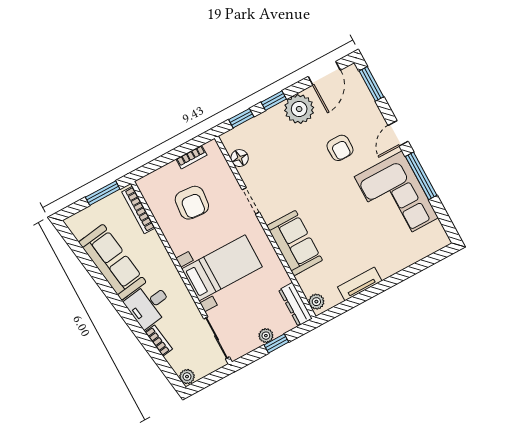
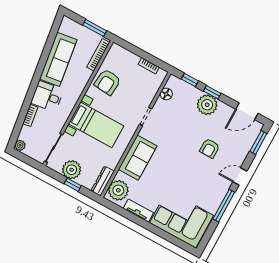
plant: (299, 109) -> (207, 105), moved
corner sofa: (396, 197) -> (181, 219), moved, turned 90
armchair: (192, 203) -> (107, 82), moved
plant: (316, 302) -> (118, 190), width x1.87, depth x1.87
plant: (266, 336) -> (72, 170), width x1.87, depth x1.87

